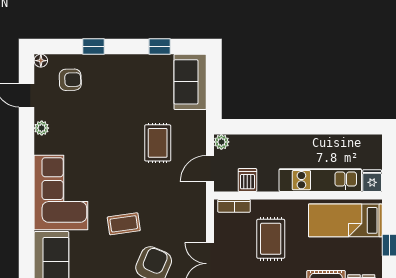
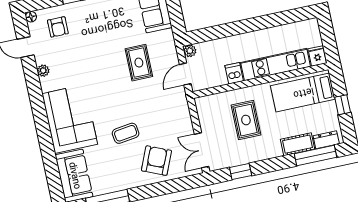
armchair: (70, 80) -> (58, 27), turned 92
dishwasher: (247, 180) -> (234, 73), moved
bookcase: (234, 206) -> (211, 100), removed

